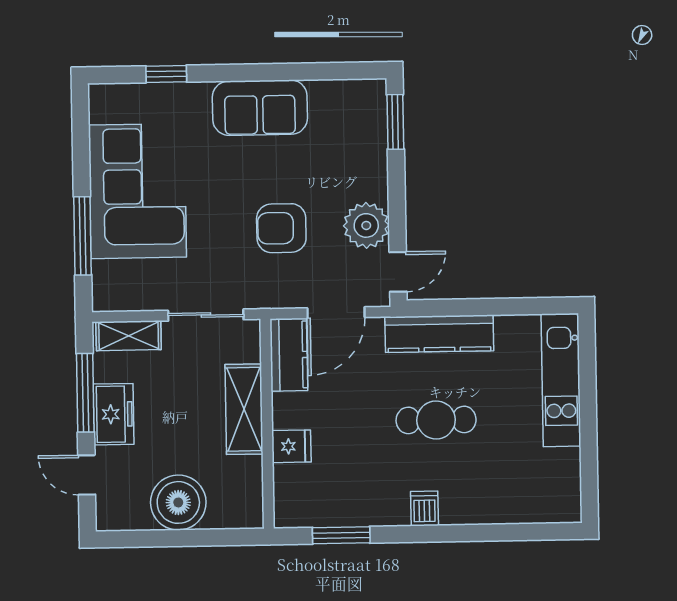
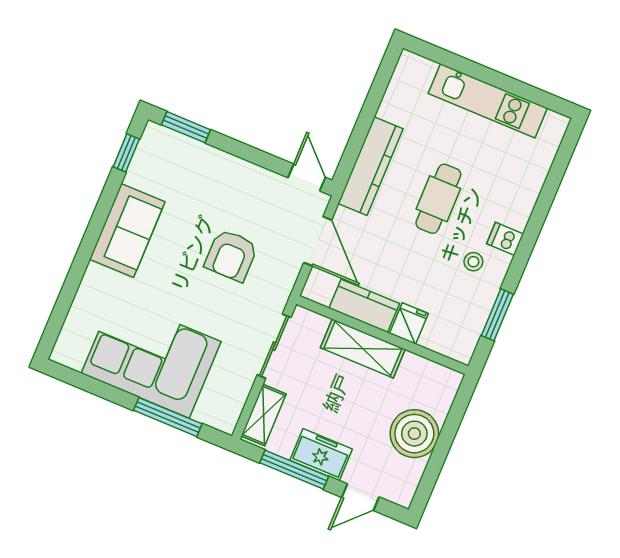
window: (166, 74) -> (126, 153), moved
plant: (366, 225) -> (259, 187), removed
kitchen counter: (289, 355) -> (364, 306), moved
kitchen unit: (561, 380) -> (488, 101), moved
stool: (386, 486) -> (473, 262), added

